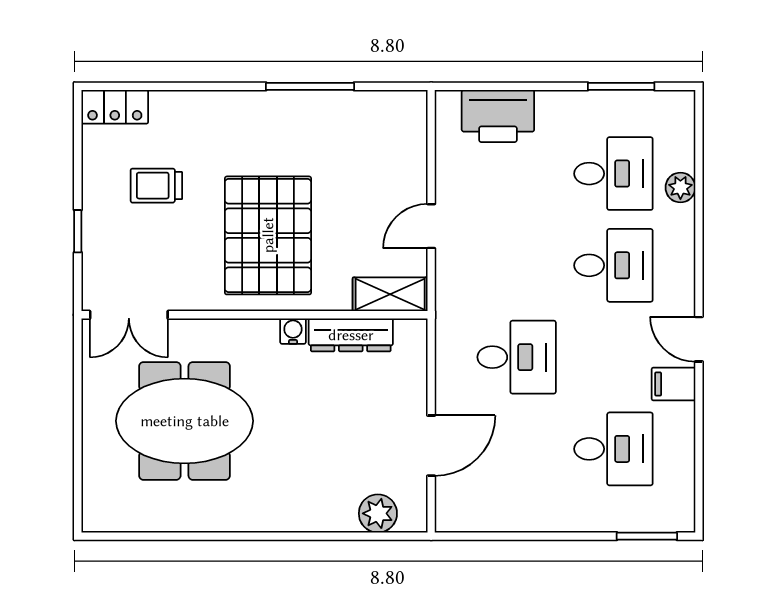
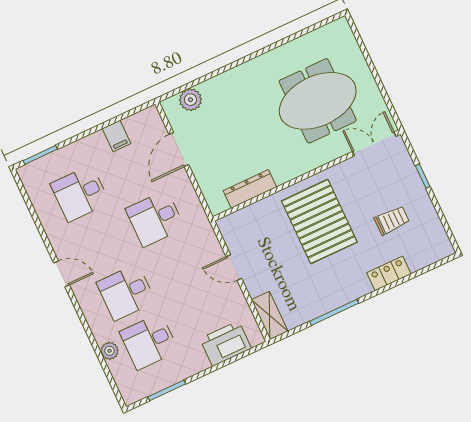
locker: (115, 107) -> (389, 273), moved
door: (431, 226) -> (234, 268), swing flipped
shelving: (390, 294) -> (270, 315), moved, turned 90
water cooler: (293, 331) -> (282, 176), removed
filing cabinet: (673, 384) -> (116, 136), moved, turned 90

